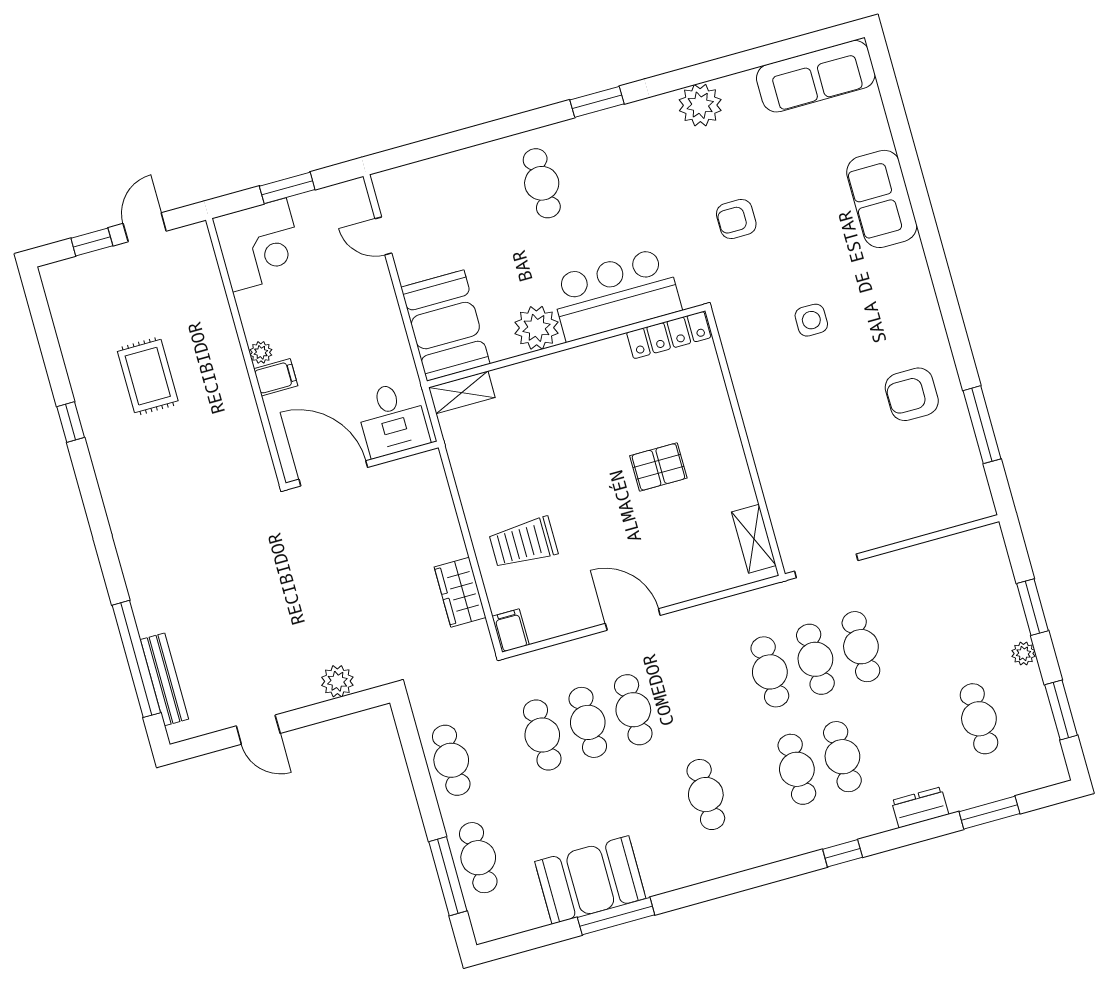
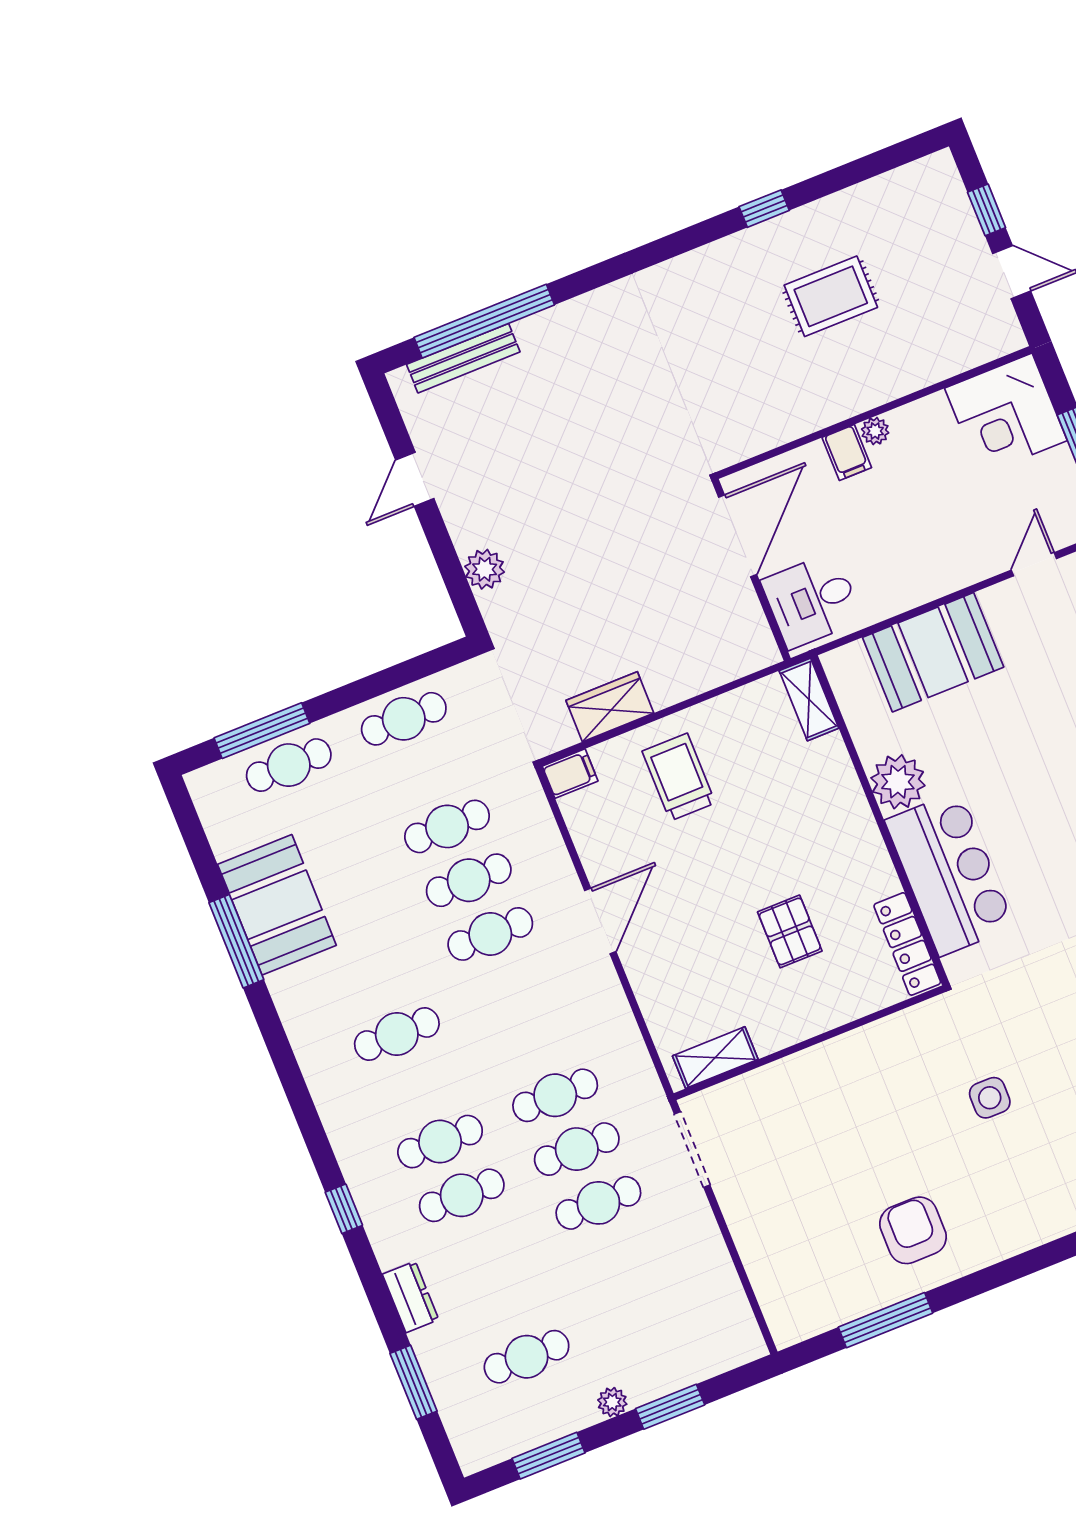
bar counter: (616, 294) -> (950, 873), moved
plant: (537, 328) -> (898, 782), moved
locker: (669, 335) -> (907, 944), moved
wall: (566, 346) -> (880, 820), moved
shelving: (462, 392) -> (809, 699), moved

